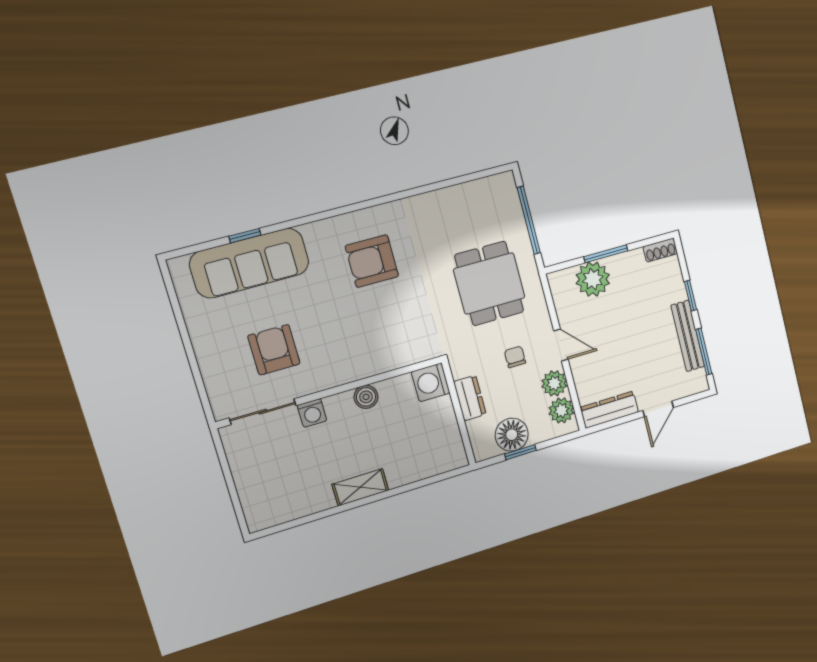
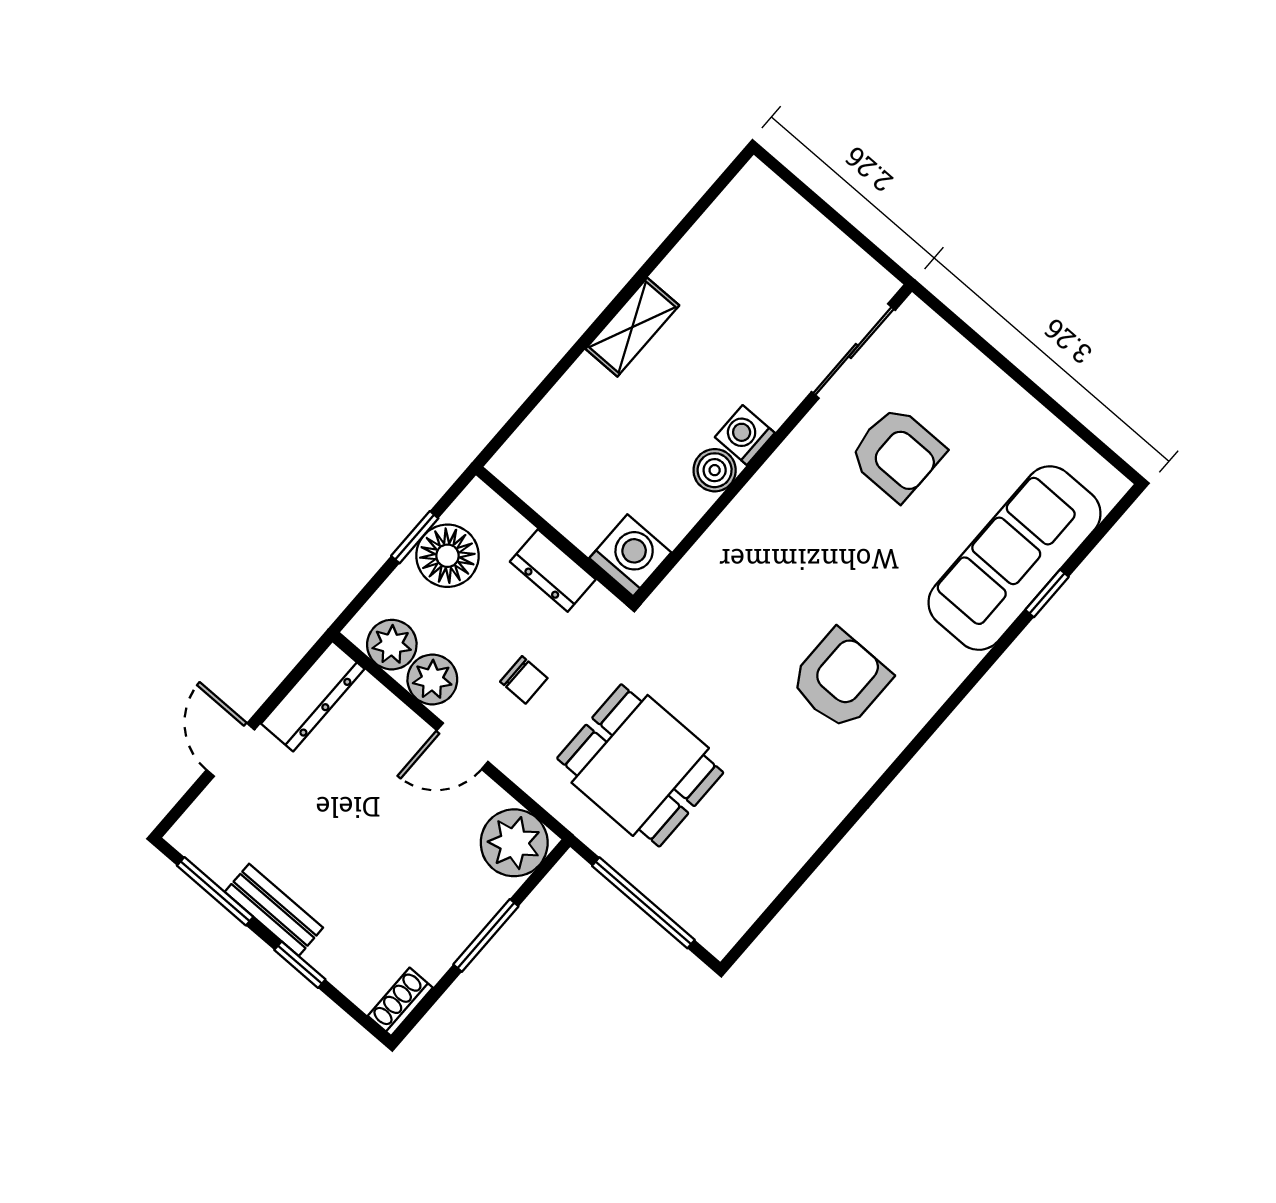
plant: (593, 279) -> (514, 843), moved
bench: (688, 336) -> (274, 910), width x0.73
washing machine: (312, 413) -> (745, 435), moved

